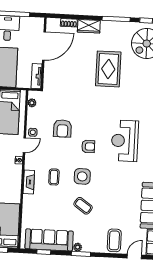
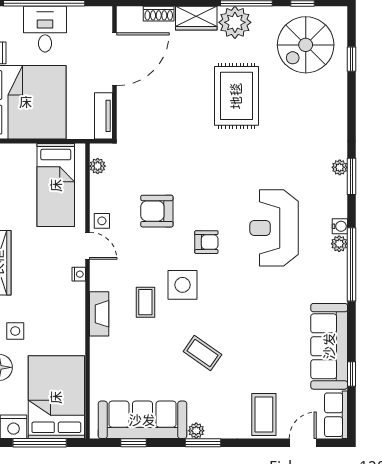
plant: (109, 30) -> (235, 22), added
armchair: (62, 128) -> (157, 211), turned 90
door: (24, 145) -> (88, 246), hinge flipped
side table: (82, 176) -> (183, 285), moved

